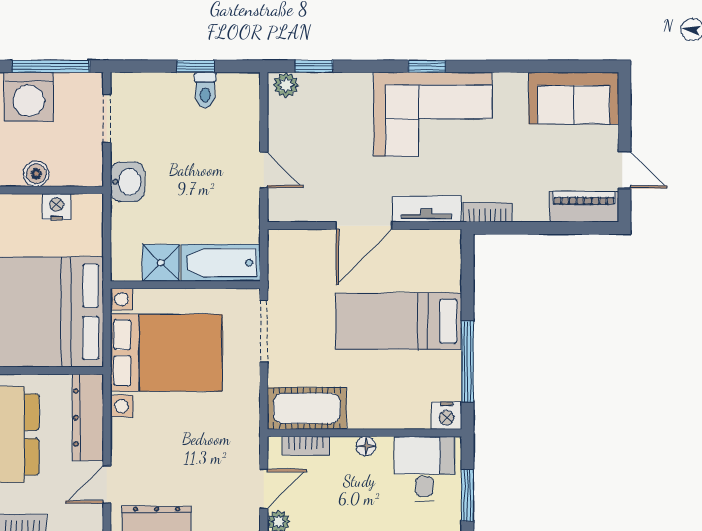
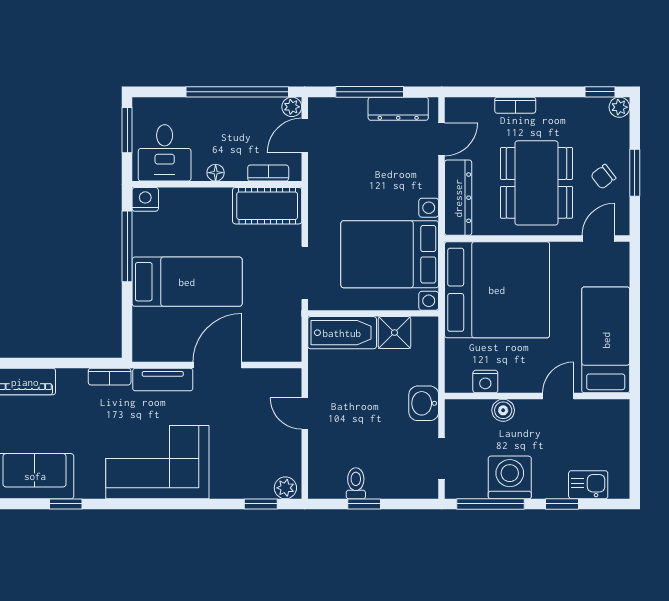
window: (427, 66) -> (66, 504), moved

